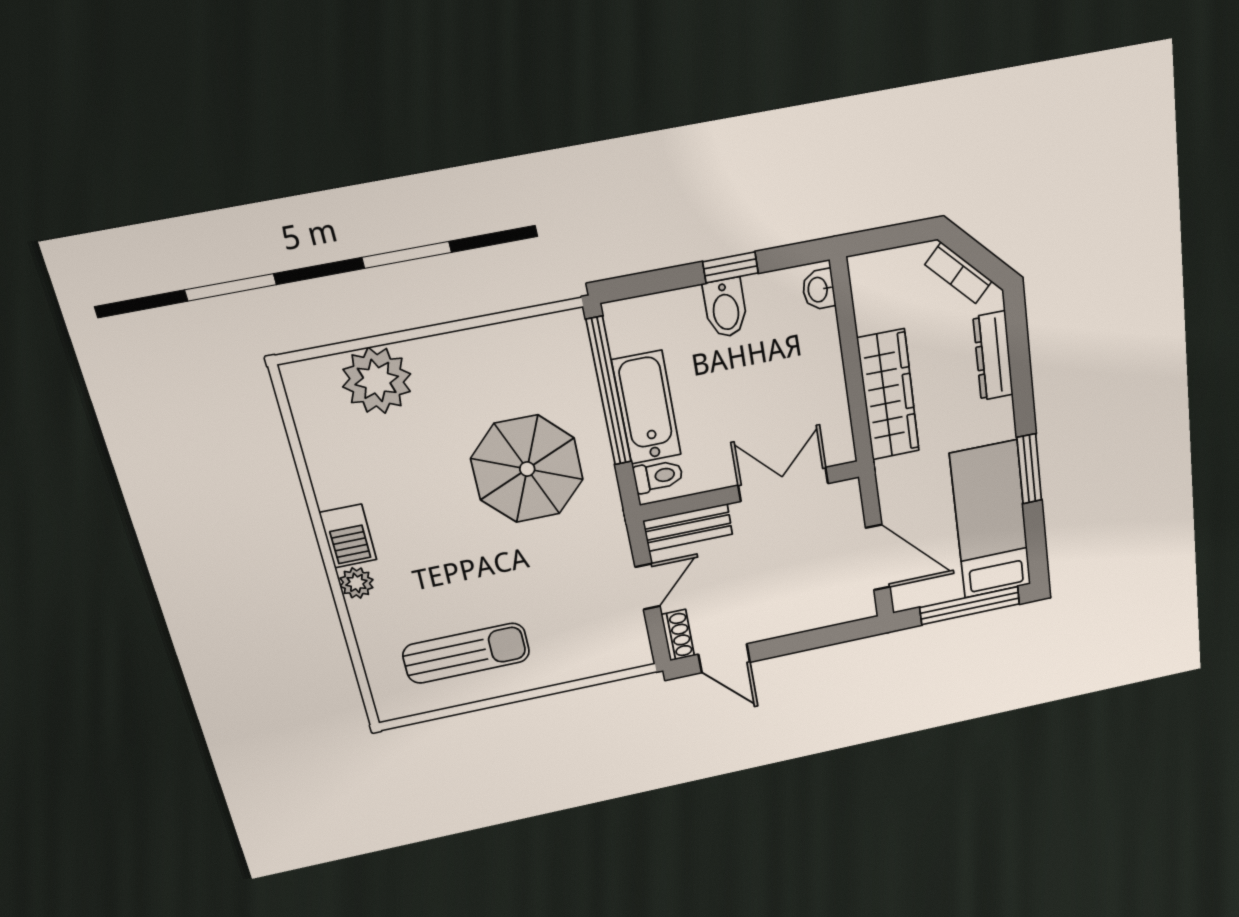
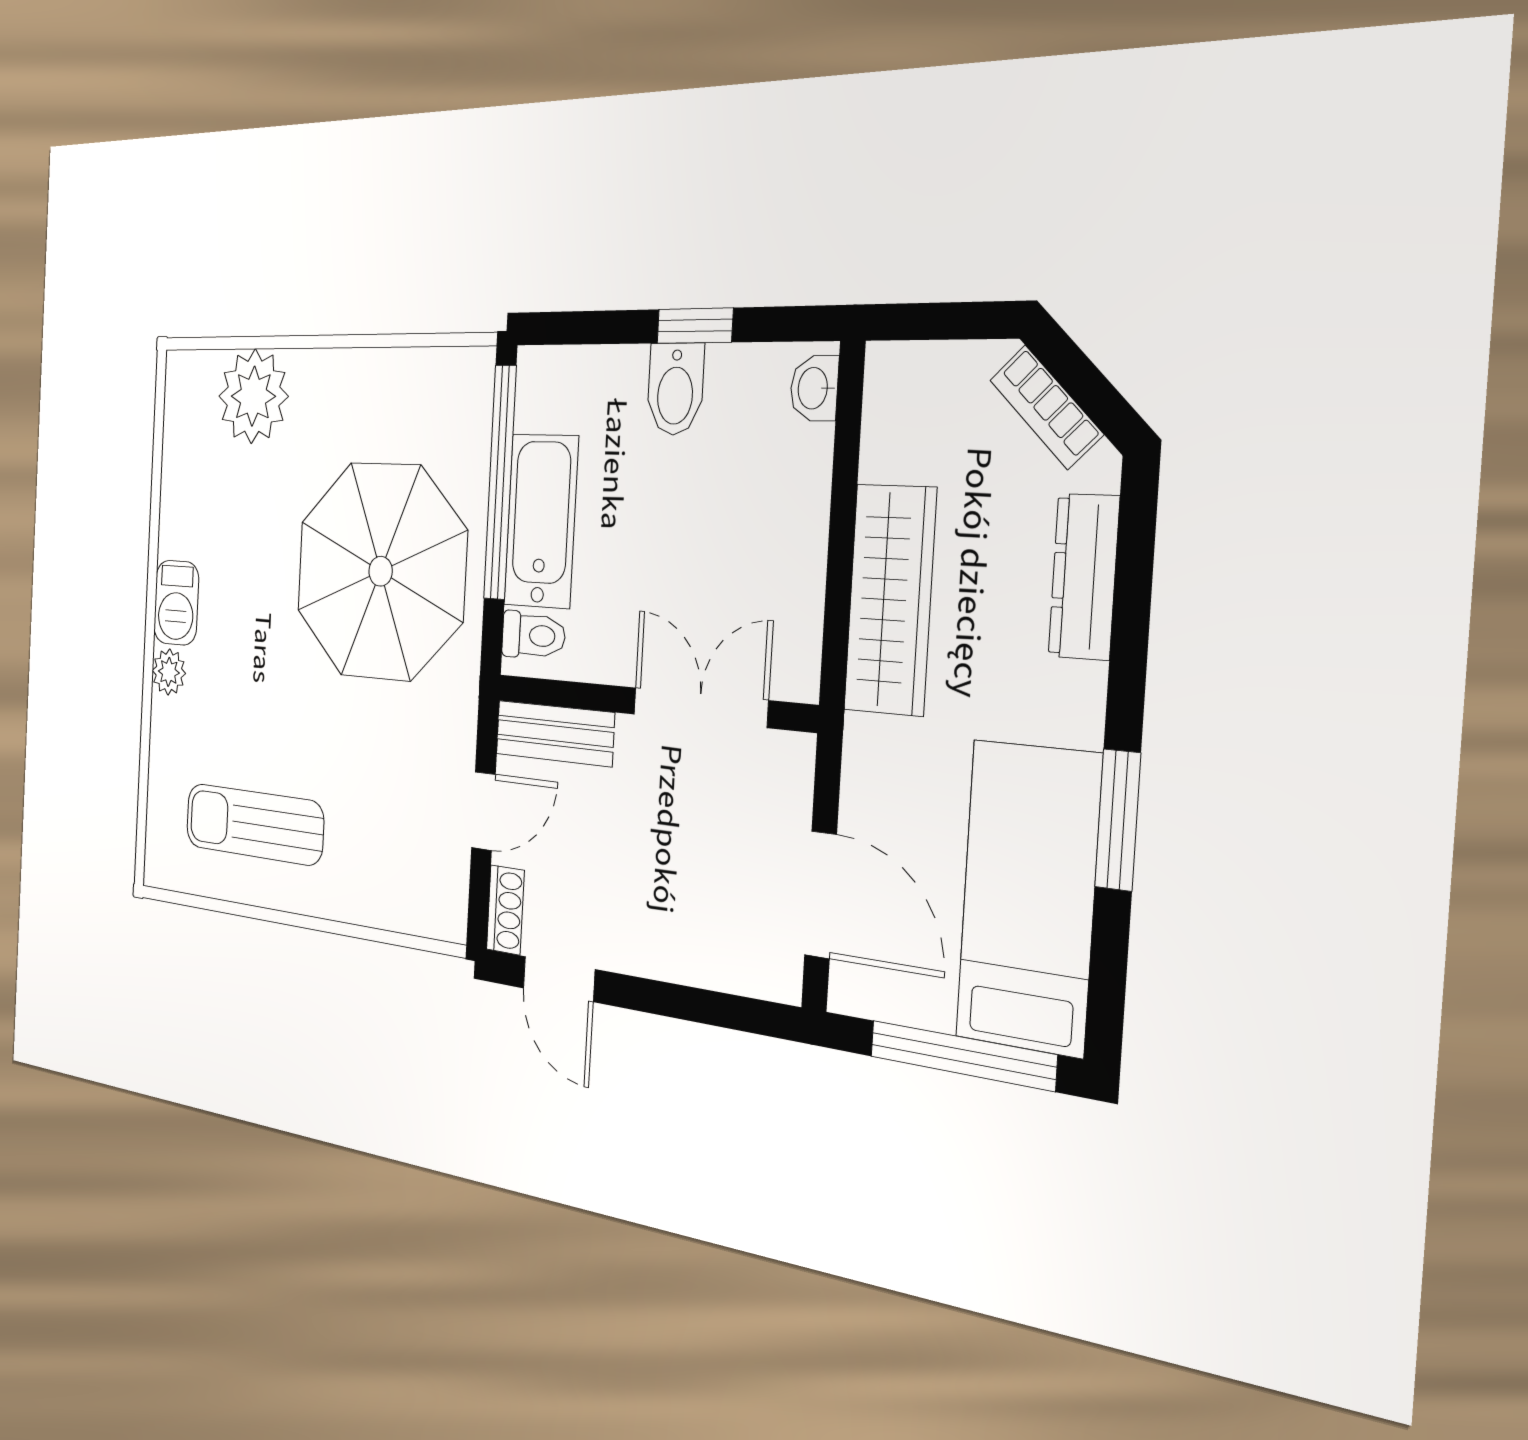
parasol: (527, 469) -> (381, 571), width x1.36, depth x1.36
sun lounger: (466, 653) -> (254, 824), turned 180

